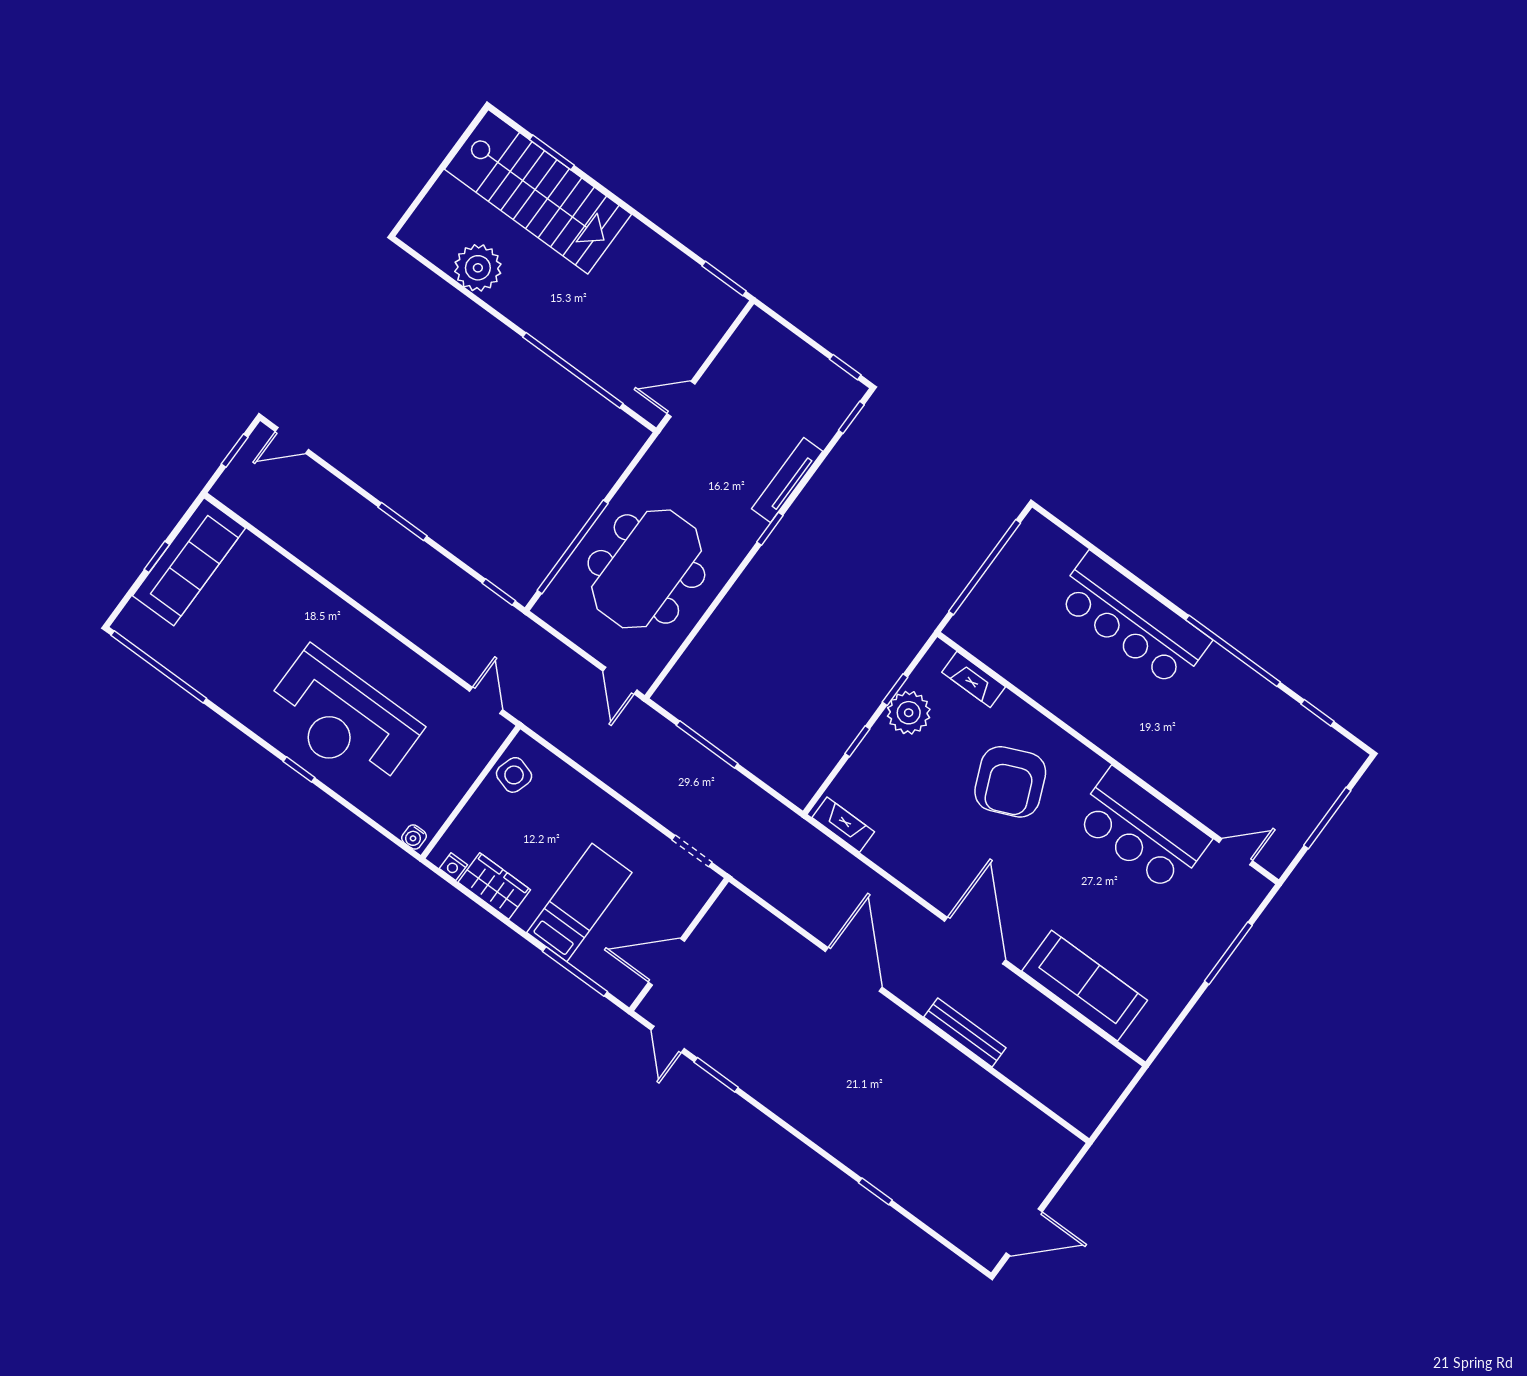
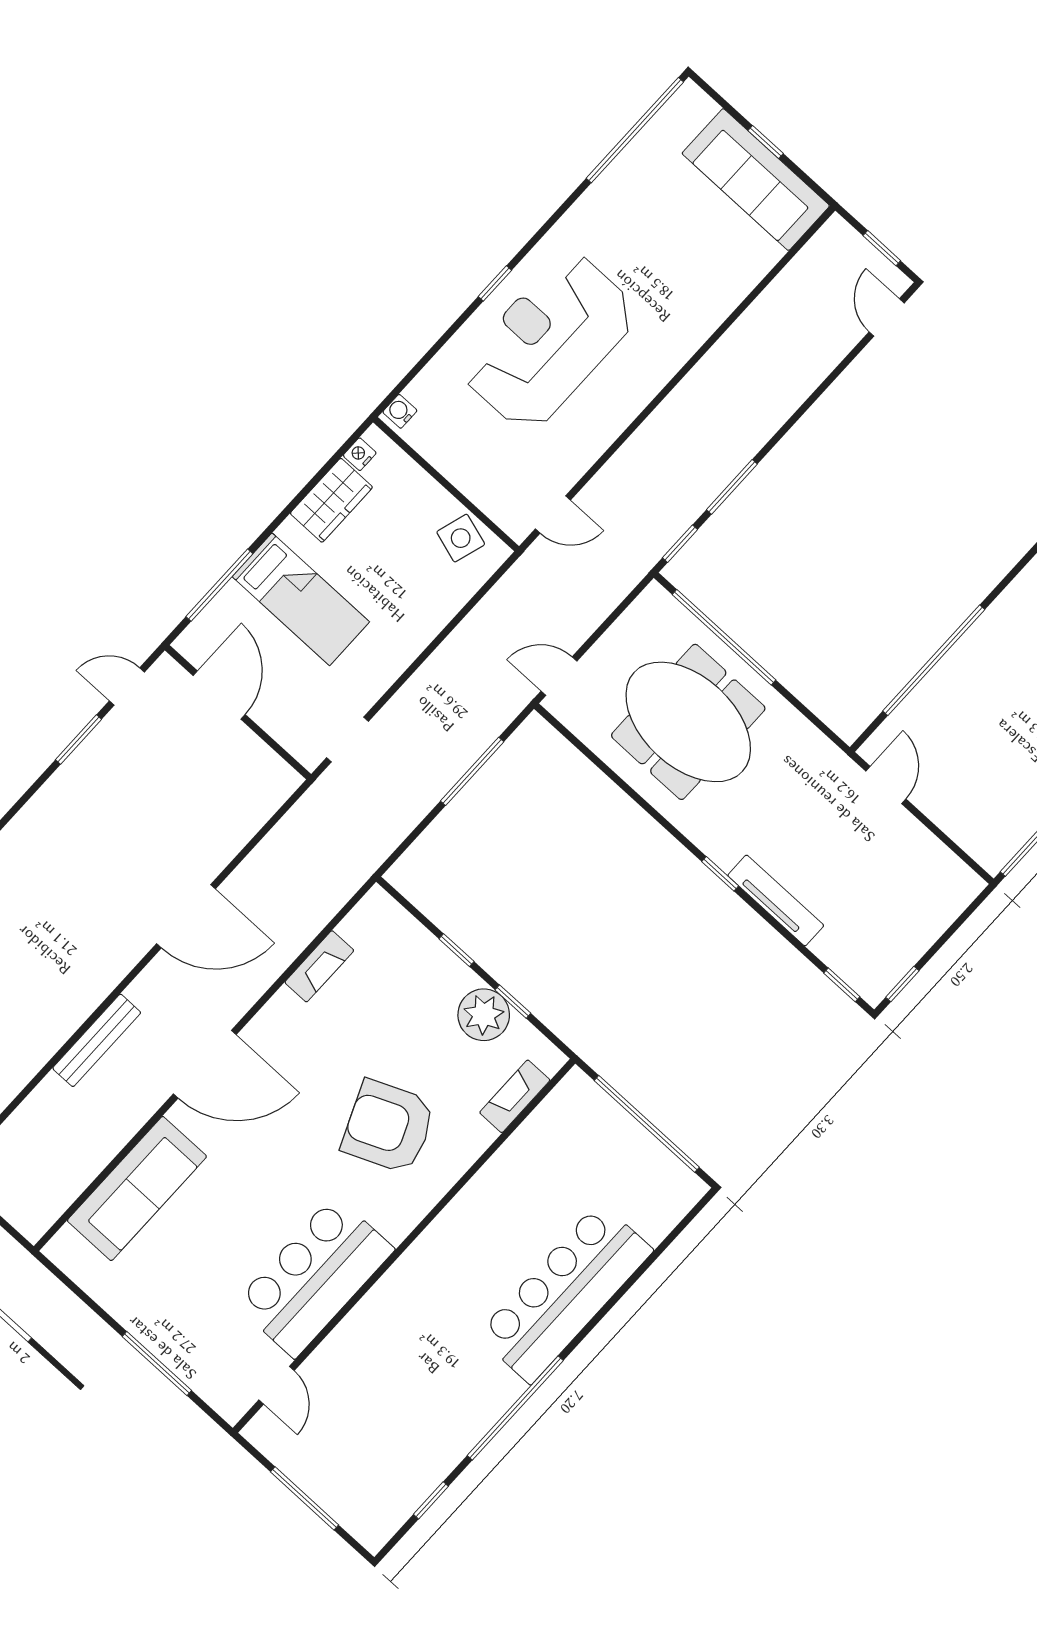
window: (403, 521) -> (732, 487), moved
fireplace: (843, 825) -> (319, 966), moved

